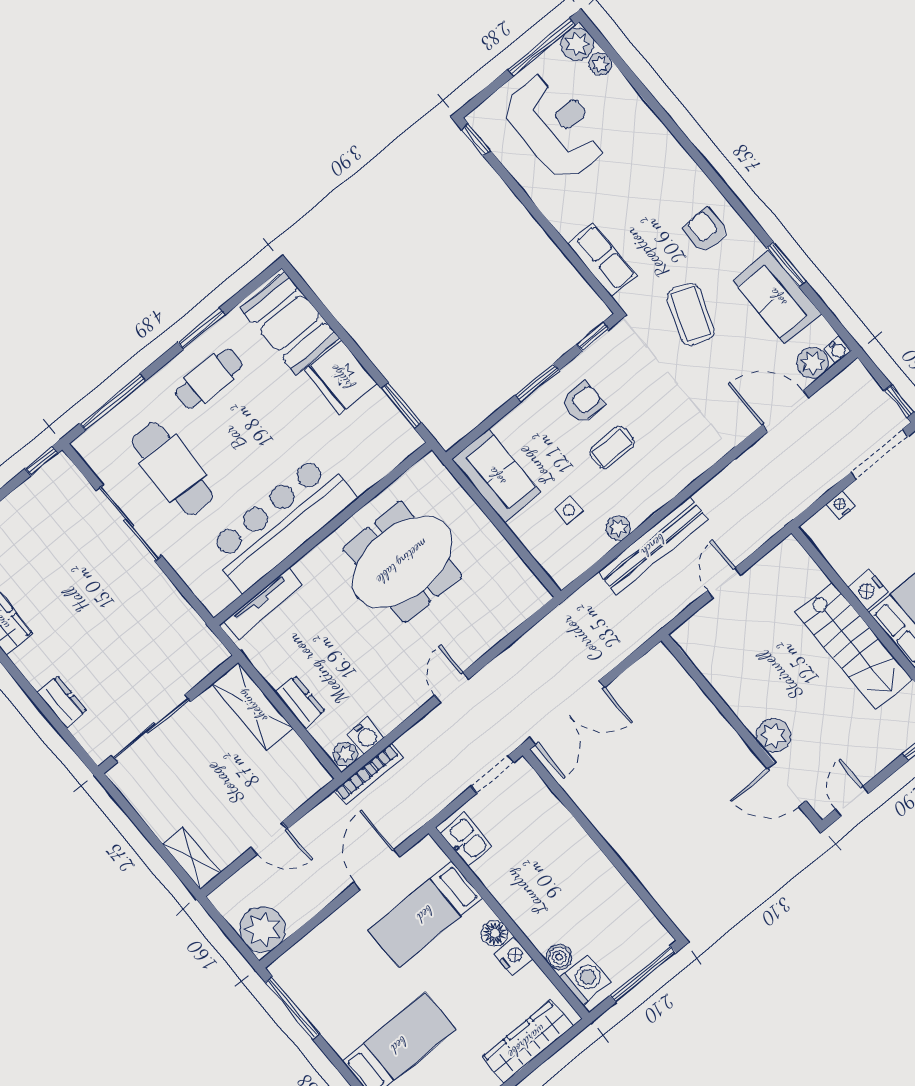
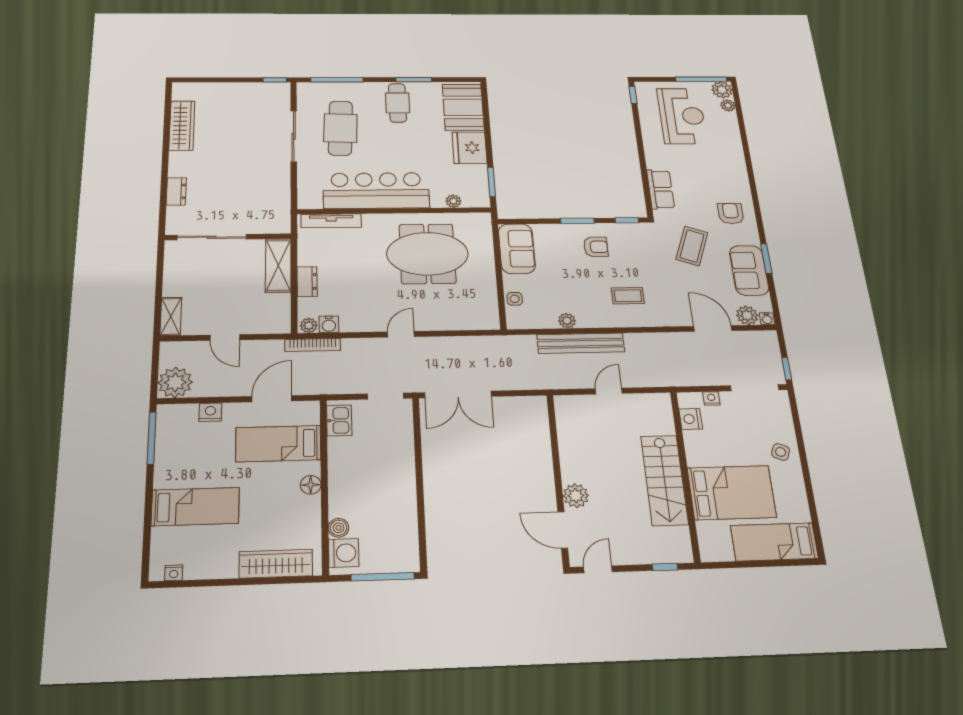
cafe table: (209, 379) -> (397, 103), turned 90
coffee table: (612, 447) -> (628, 296), moved
plant: (378, 468) -> (453, 201), added
side table: (569, 510) -> (515, 299), moved
nightstand: (868, 590) -> (691, 419), moved
nightstand: (513, 956) -> (210, 412), moved, turned -90

